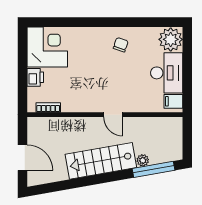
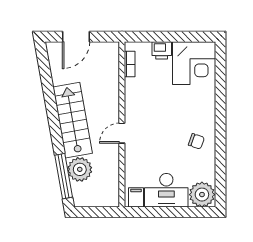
plant: (143, 160) -> (80, 169), width x1.88, depth x1.88

